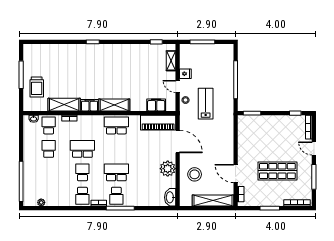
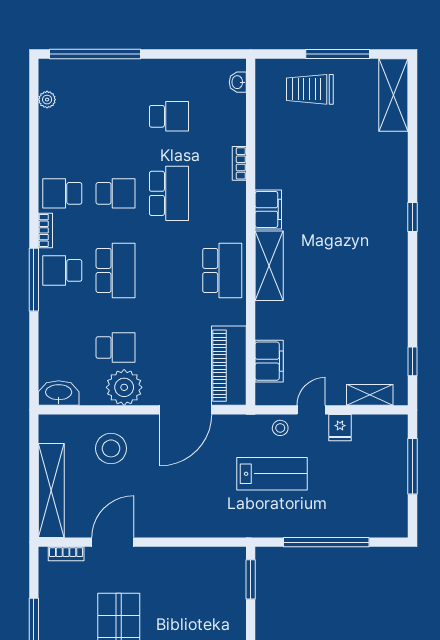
shelving: (64, 105) -> (393, 95), moved
school desk: (49, 125) -> (116, 348), moved

